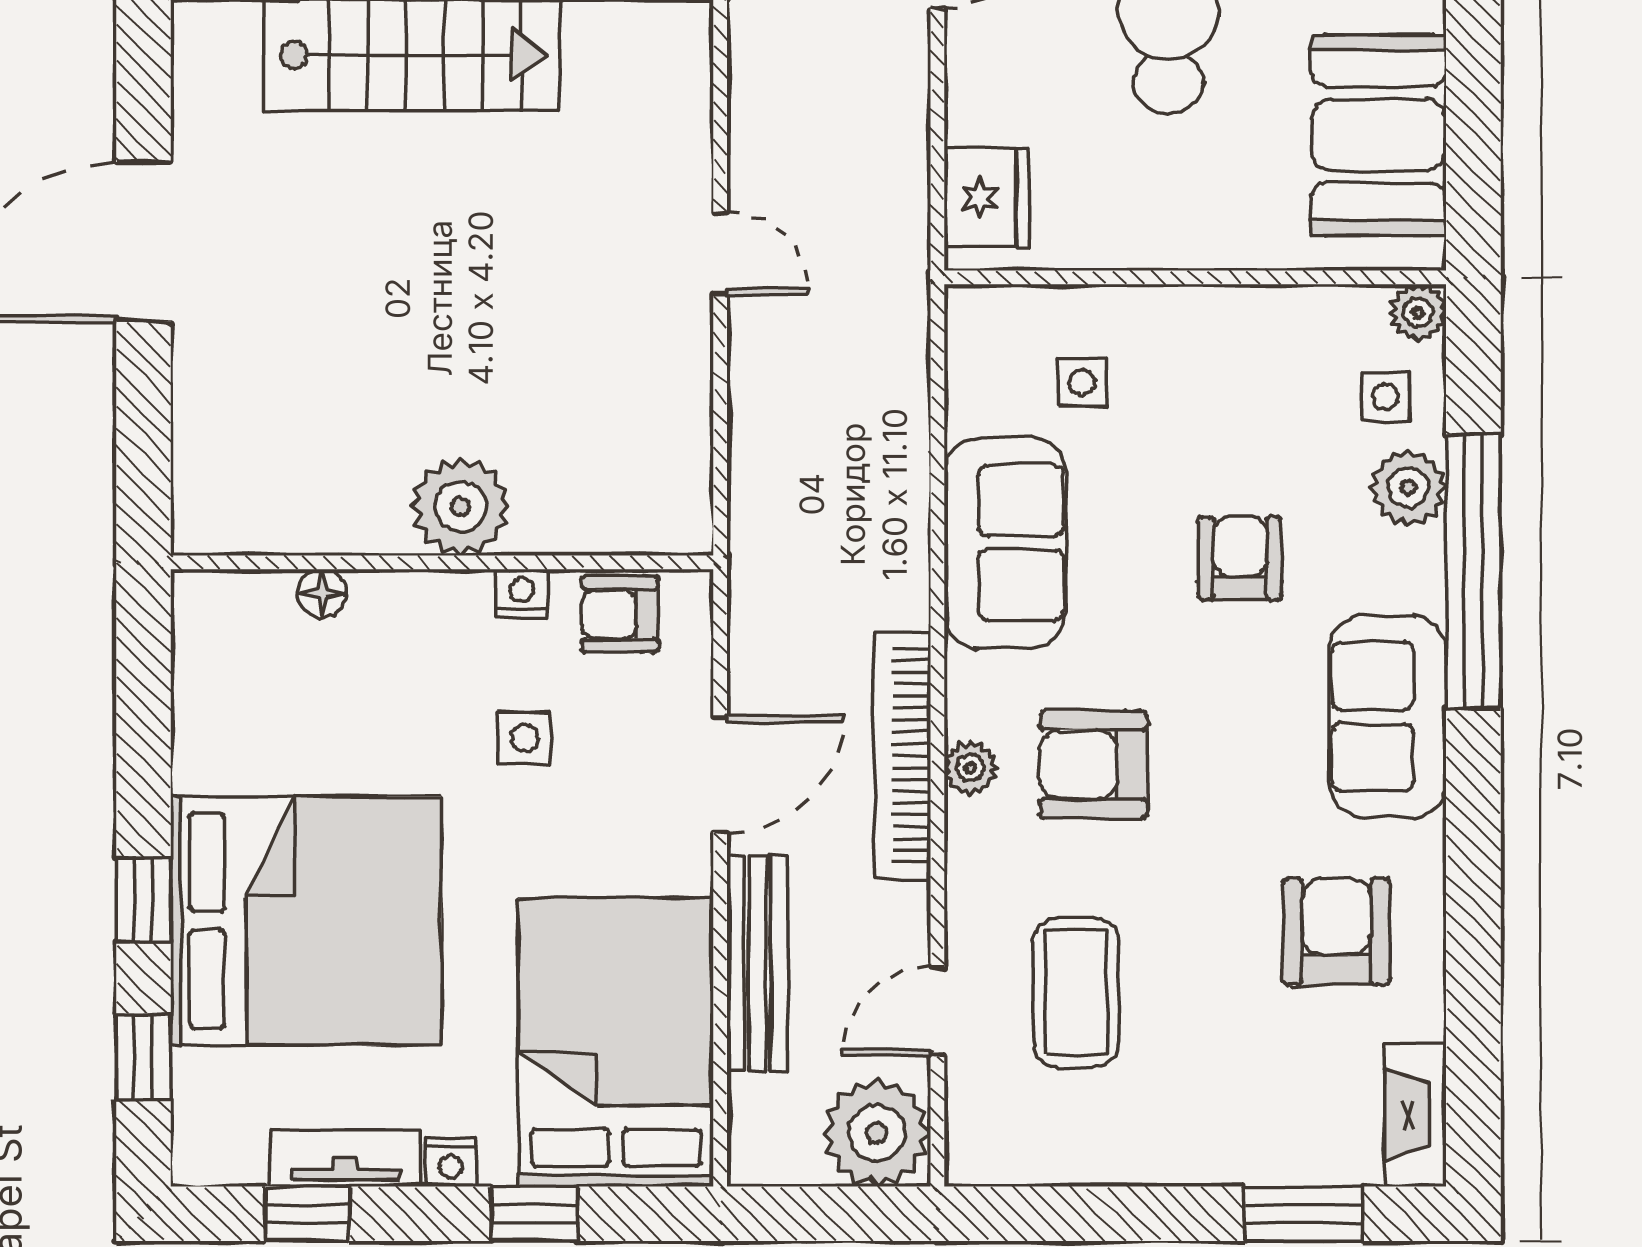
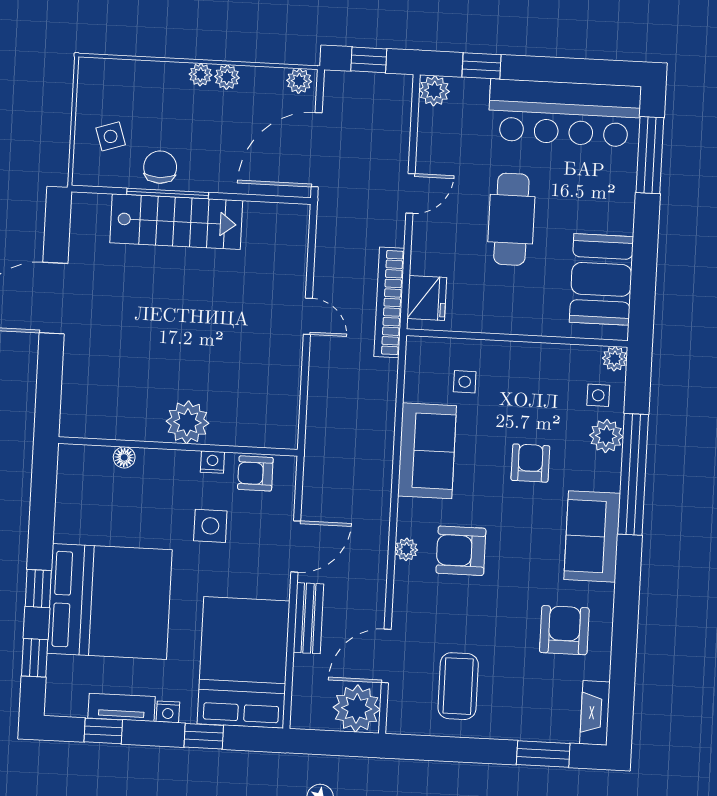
side table: (525, 738) -> (210, 526), width x1.37, depth x1.37
bookcase: (902, 756) -> (389, 302), moved
bench: (757, 964) -> (308, 618), width x0.73
coffee table: (1076, 992) -> (458, 686), moved
door: (937, 1011) -> (386, 656), width x1.38

